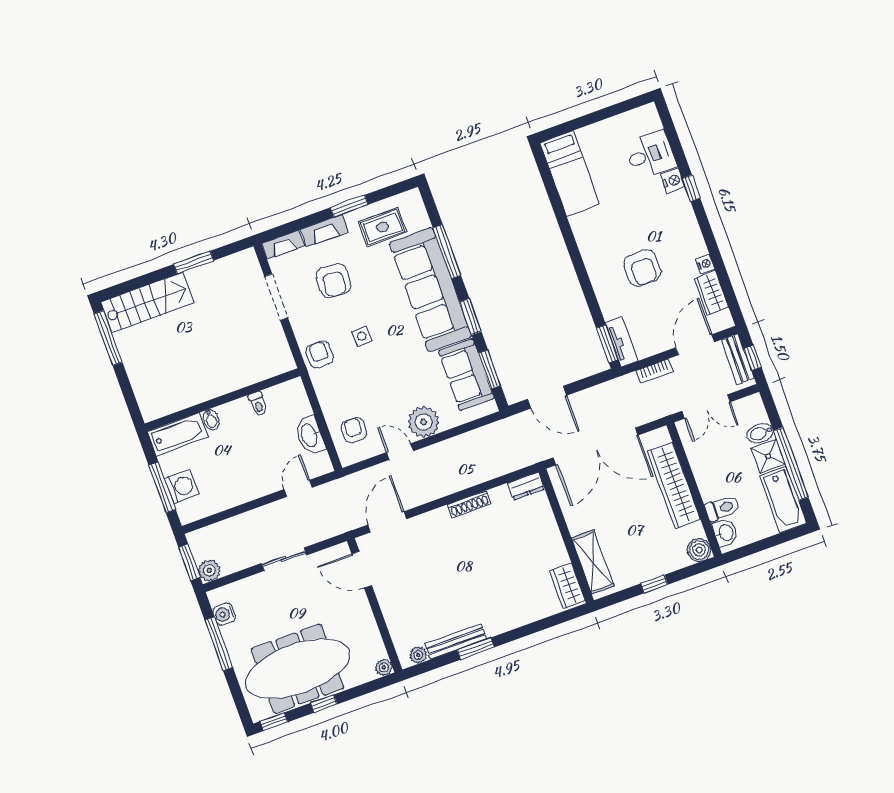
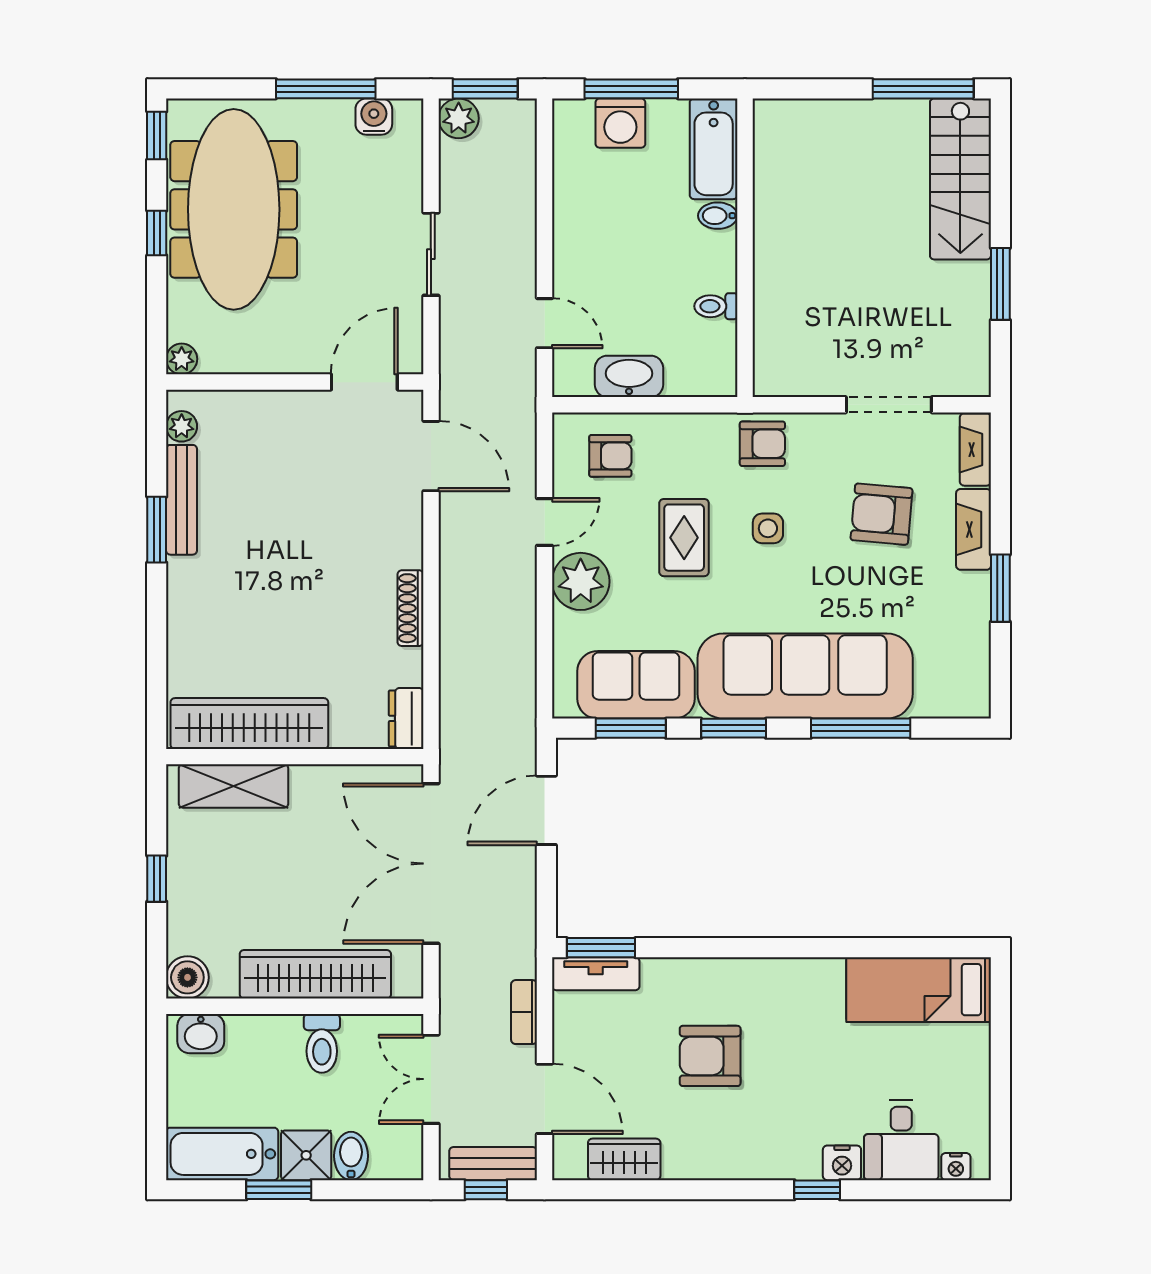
rug: (383, 227) -> (684, 538), moved
nightstand: (705, 264) -> (956, 1167), moved
window: (791, 464) -> (279, 1190), width x0.47
toilet: (722, 508) -> (322, 1043), moved
wardrobe: (567, 586) -> (249, 723), width x2.10, depth x1.17

